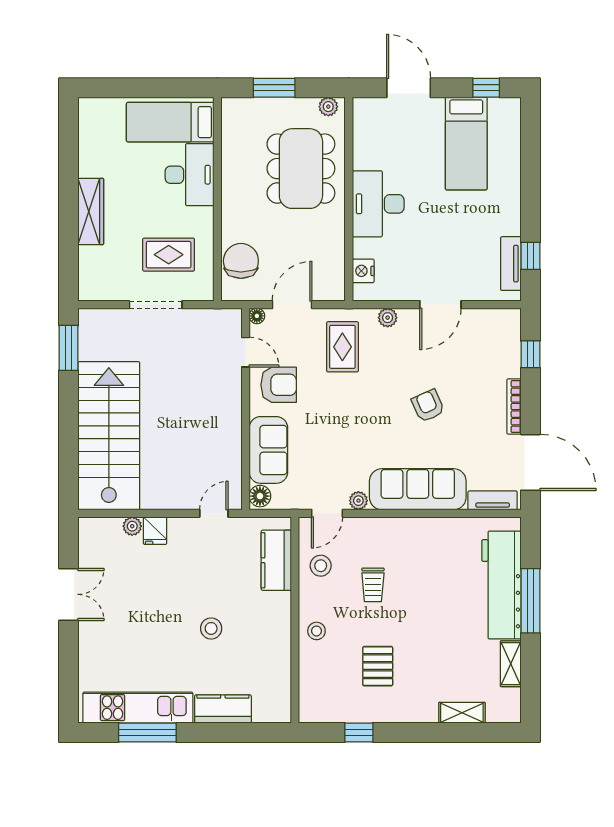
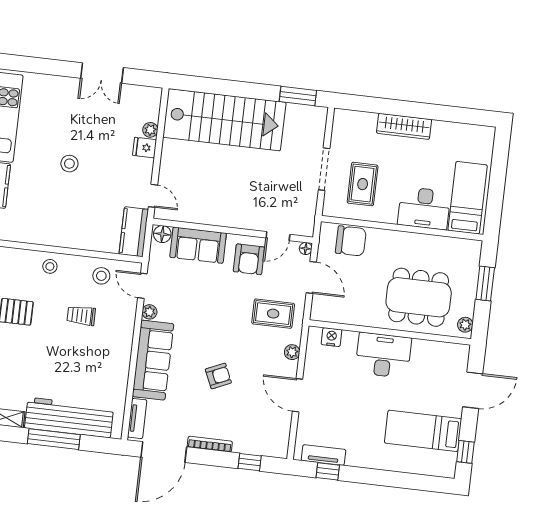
kitchen counter: (276, 560) -> (134, 232), moved, turned -90
stool: (211, 628) -> (69, 164), moved

